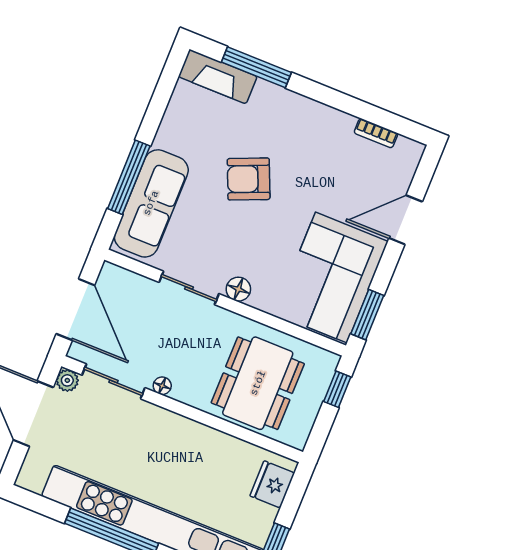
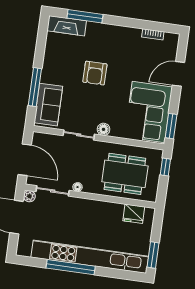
armchair: (249, 179) -> (95, 73), turned -67
sofa: (151, 203) -> (48, 105), width x0.73
dining table: (258, 383) -> (125, 174), turned 90
fridge: (272, 484) -> (134, 214), moved, turned -90

